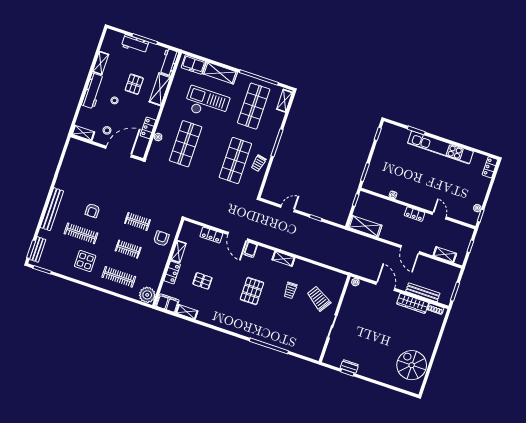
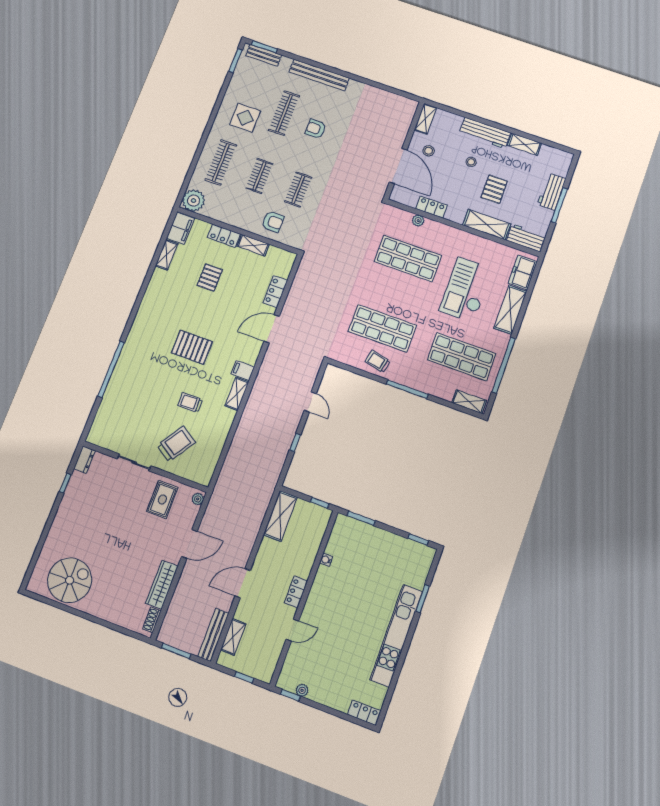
pallet: (134, 84) -> (494, 189), turned 90
checkout: (207, 103) -> (466, 290), turned 180
filing cabinet: (251, 250) -> (243, 370), moved
bench: (423, 292) -> (213, 635), moved
rug: (356, 306) -> (162, 499), added
dresser: (349, 366) -> (84, 460), moved

